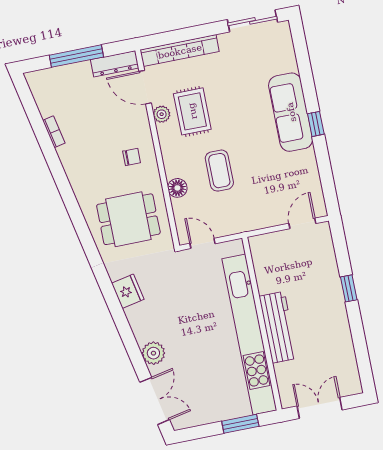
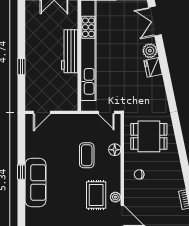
fridge: (128, 291) -> (153, 67), moved

